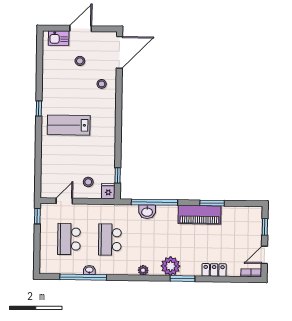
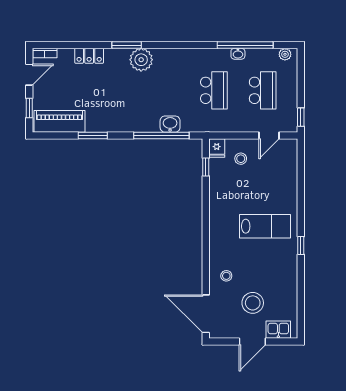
door: (119, 52) -> (206, 314), hinge flipped
stool: (80, 61) -> (253, 303), width x1.89, depth x1.89
piano: (200, 215) -> (59, 121), moved
plant: (143, 270) -> (285, 54), moved

